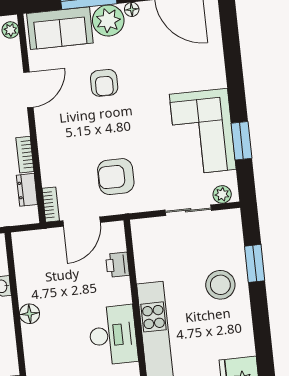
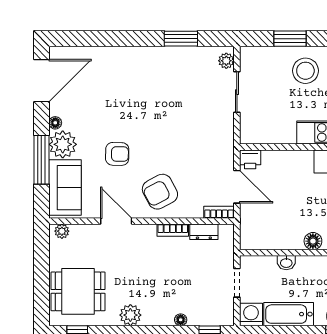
corner sofa: (203, 132) -> (169, 72), removed
armchair: (116, 177) -> (160, 192), moved, turned 62
printer: (117, 265) -> (250, 159), moved

